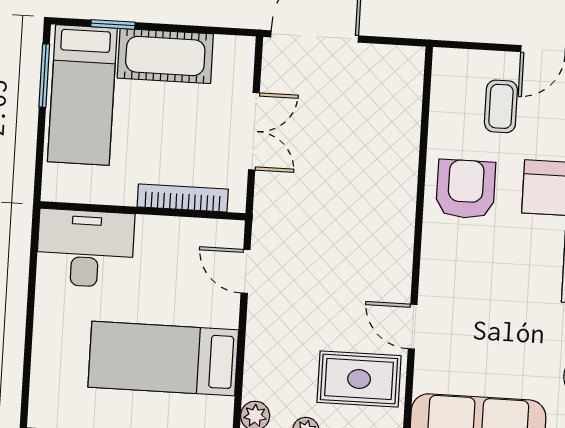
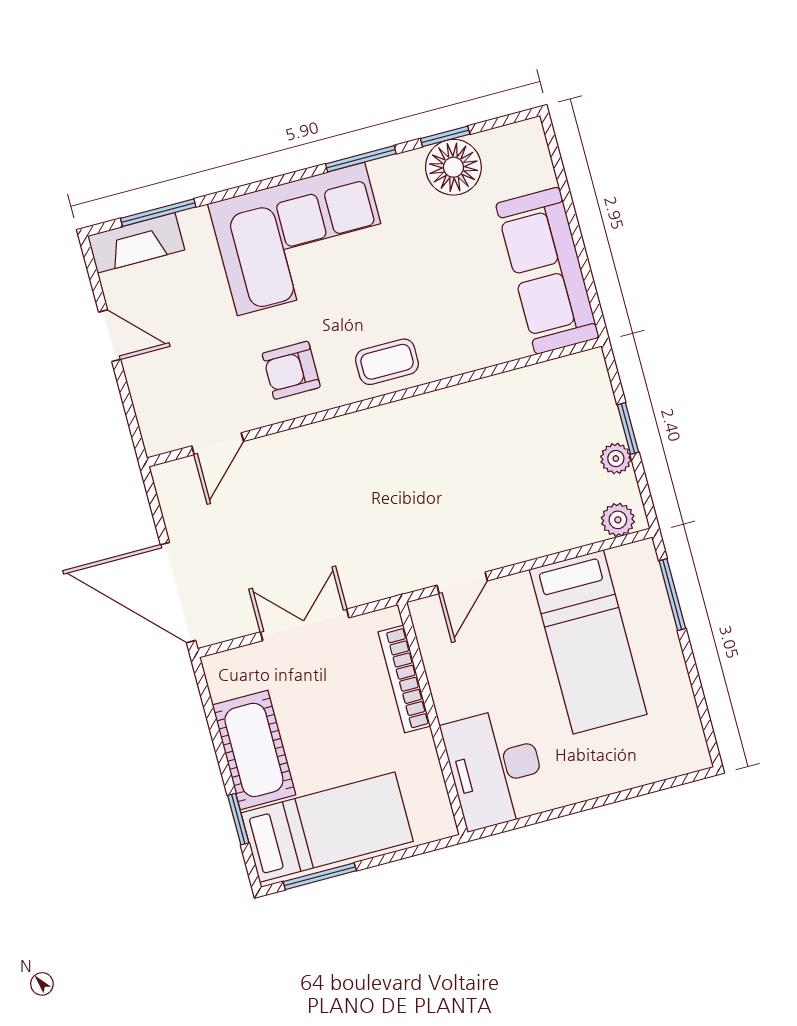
coffee table: (501, 106) -> (387, 362), moved
armchair: (466, 189) -> (291, 370), width x0.72, depth x0.72
door: (413, 327) -> (218, 444), moved
rug: (359, 379) -> (539, 419), removed

